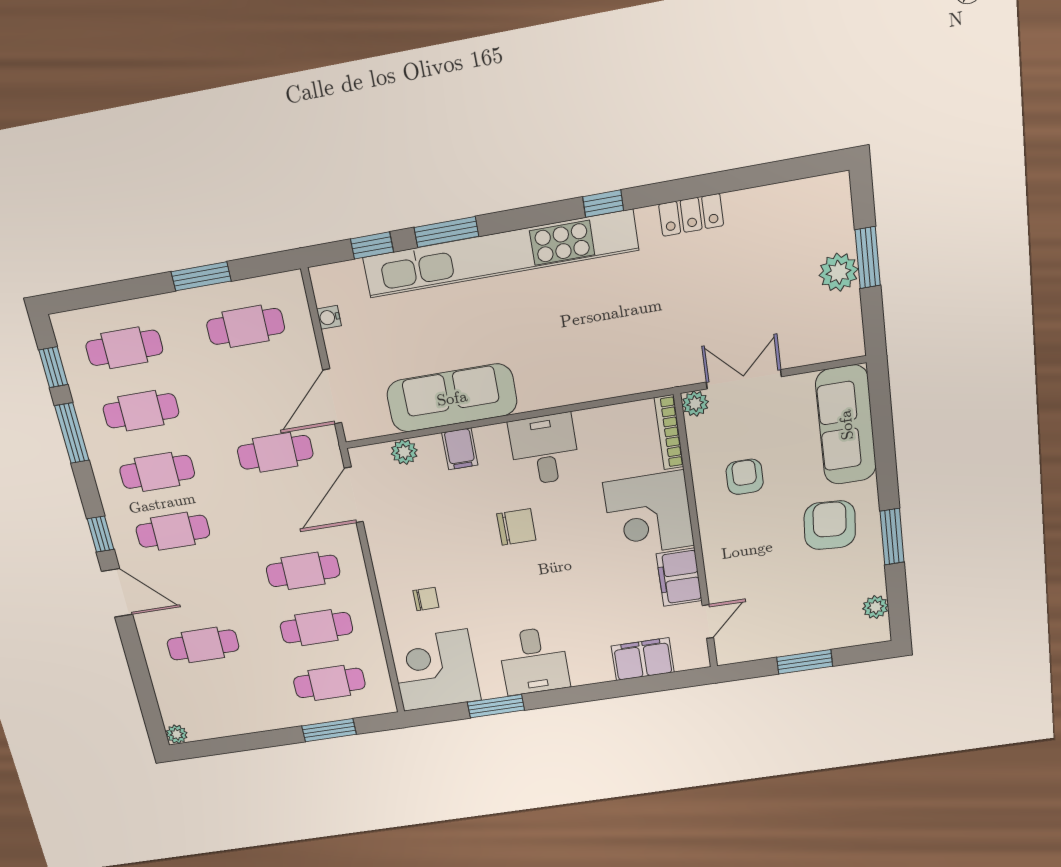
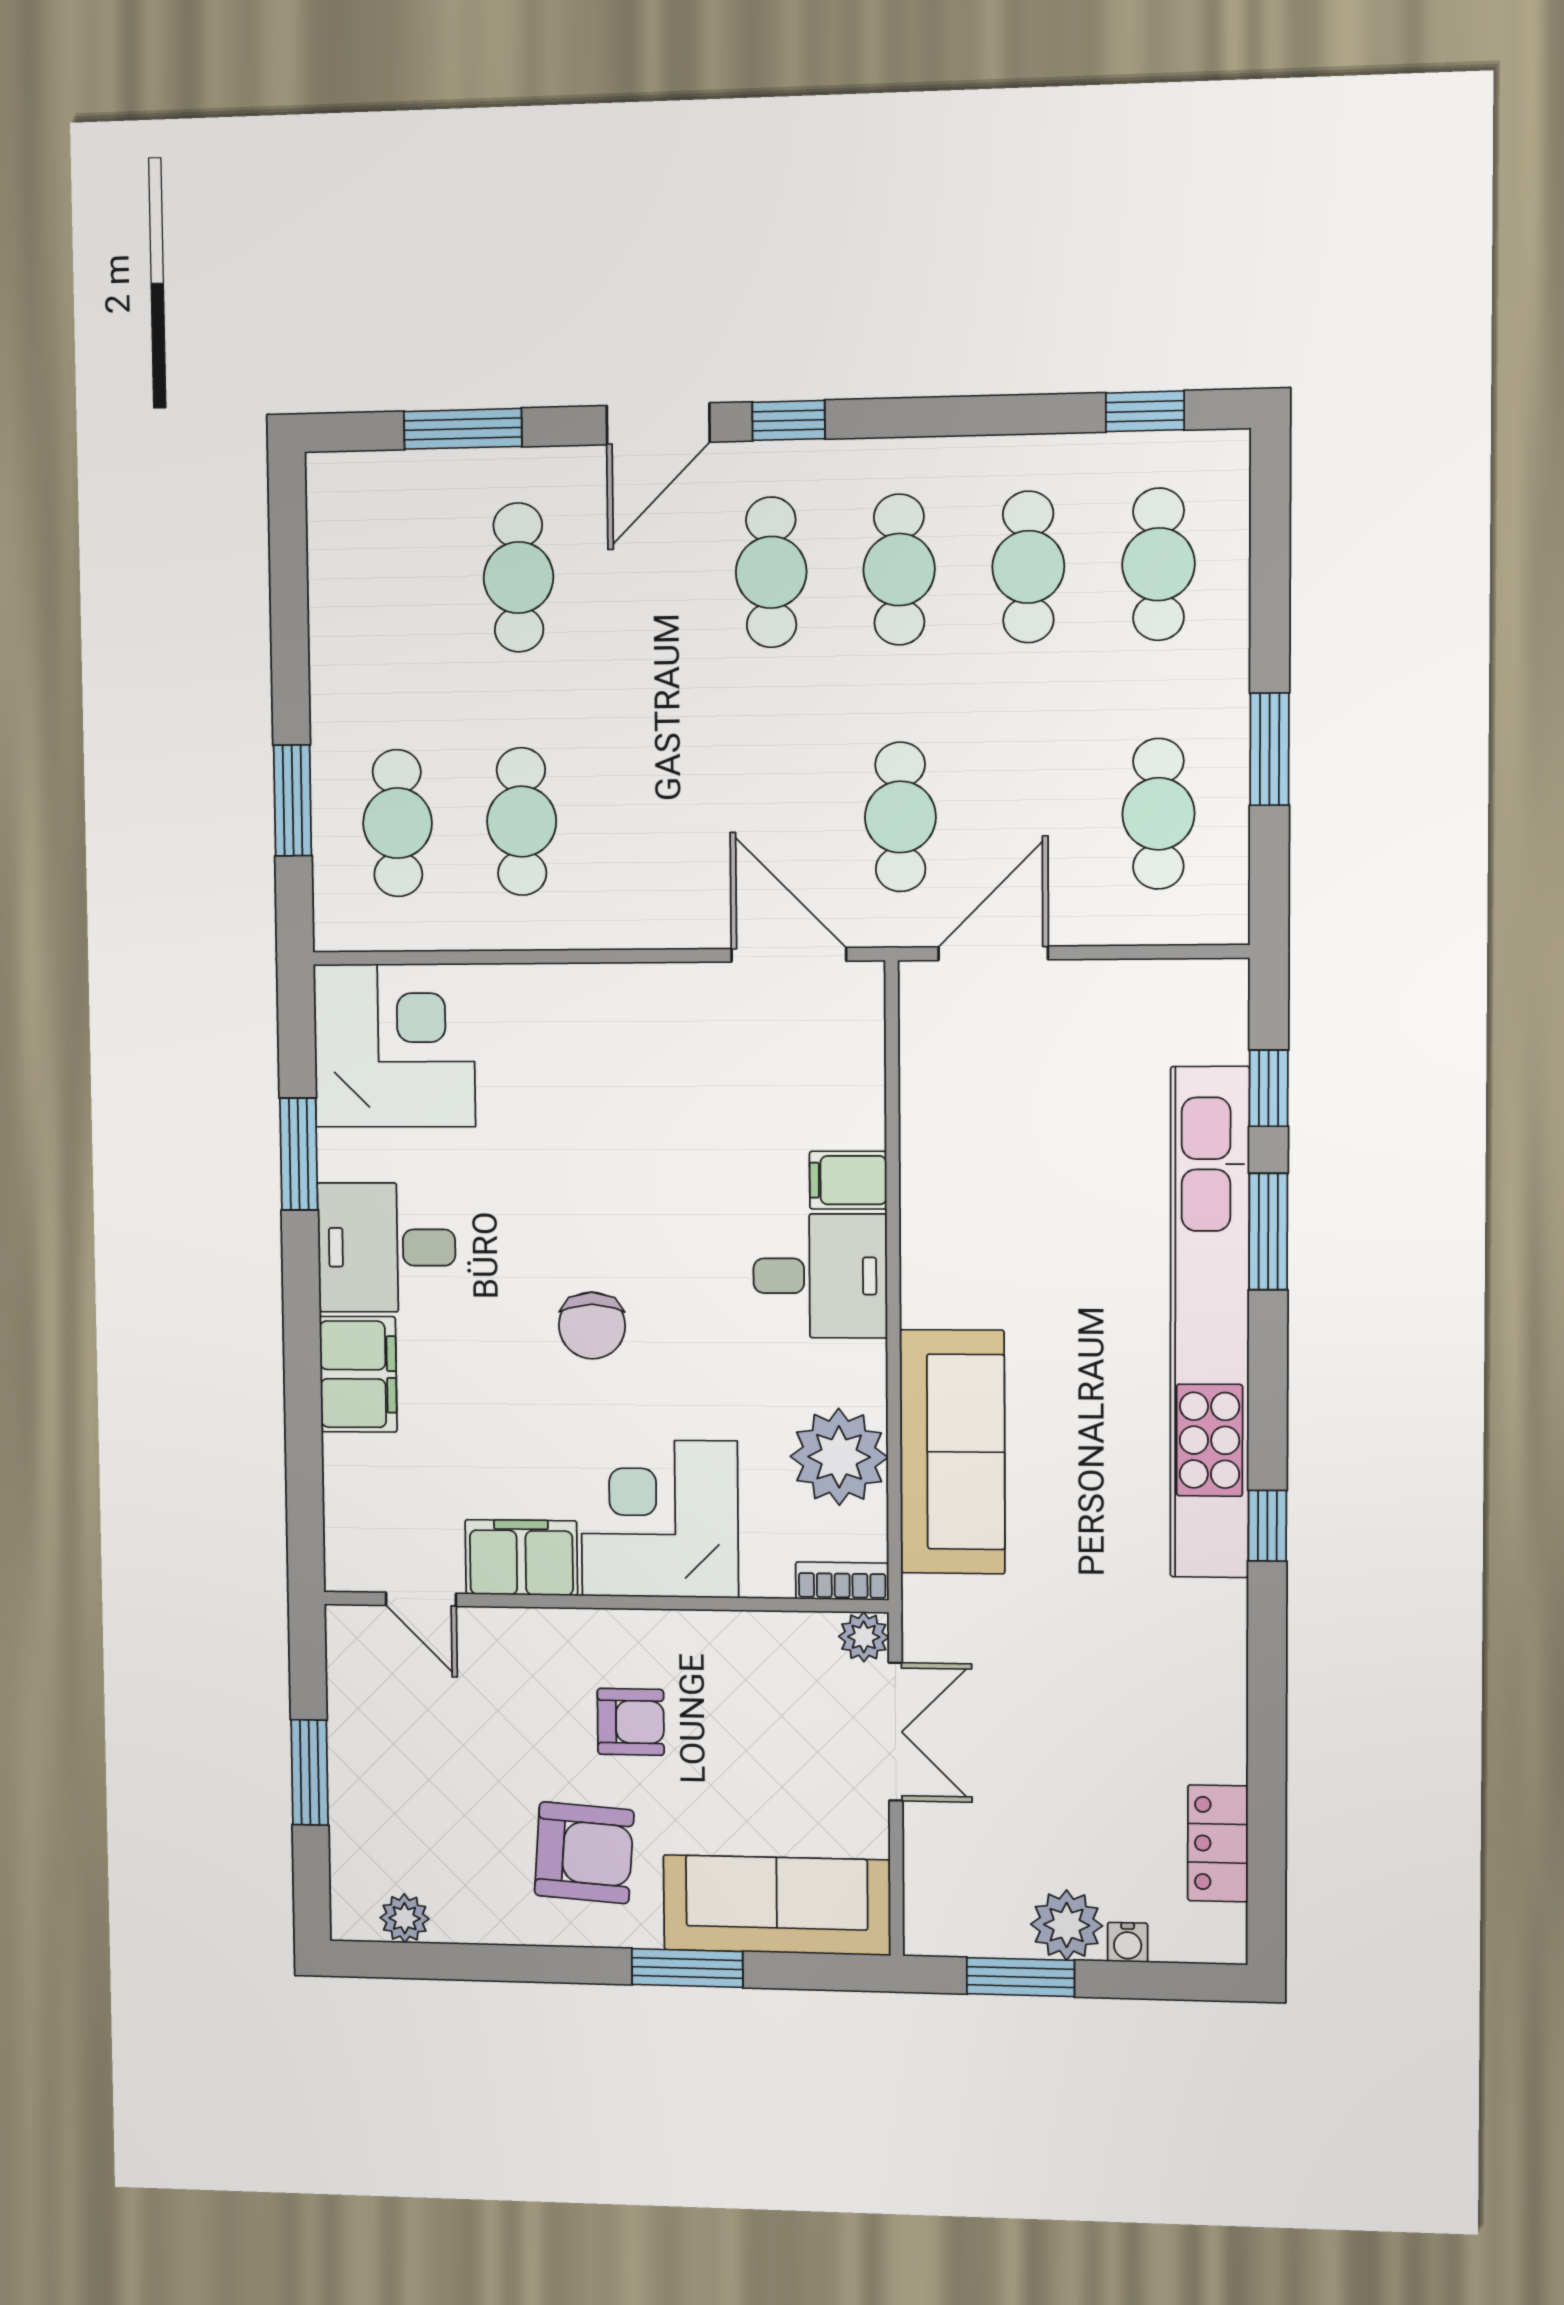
locker: (691, 215) -> (1218, 1843), moved
window: (868, 258) -> (1021, 1977), moved
water cooler: (329, 317) -> (1128, 1942), moved, turned 180
door: (332, 396) -> (993, 953), hinge flipped
sofa: (452, 398) -> (952, 1452), moved
bookcase: (669, 432) -> (842, 1581), width x0.64
window: (72, 433) -> (463, 429), moved
desk: (544, 449) -> (820, 1276), moved
plant: (404, 452) -> (839, 1457), moved, width x1.88, depth x1.88
armchair: (745, 477) -> (631, 1722), moved
chair: (516, 527) -> (592, 1325), moved
window: (892, 537) -> (687, 1968), moved
cafe table: (303, 571) -> (647, 820), removed
chair: (426, 599) -> (550, 1056), removed
filing cabinet: (643, 659) -> (358, 1374), moved
plant: (177, 734) -> (327, 474), removed

